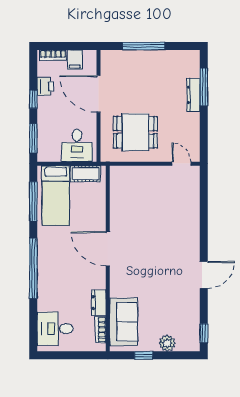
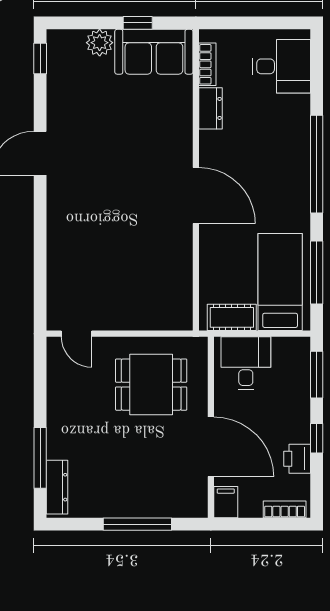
filing cabinet: (75, 60) -> (226, 502), moved
dresser: (193, 95) -> (57, 487), moved
sofa: (124, 322) -> (154, 52), moved, turned -90

